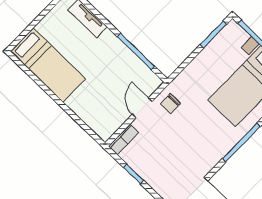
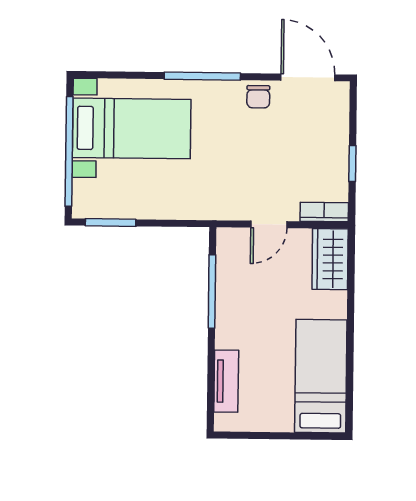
chair: (171, 104) -> (258, 97), moved, turned 90
wardrobe: (99, 121) -> (330, 259), added

